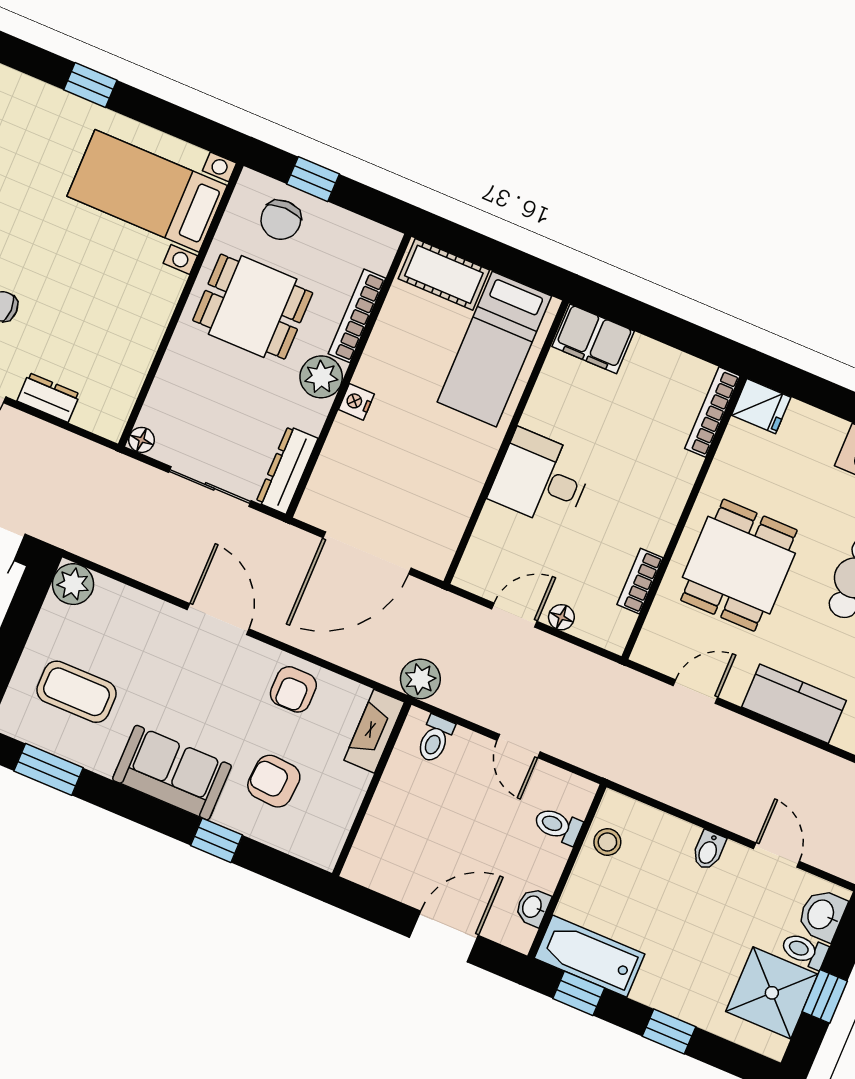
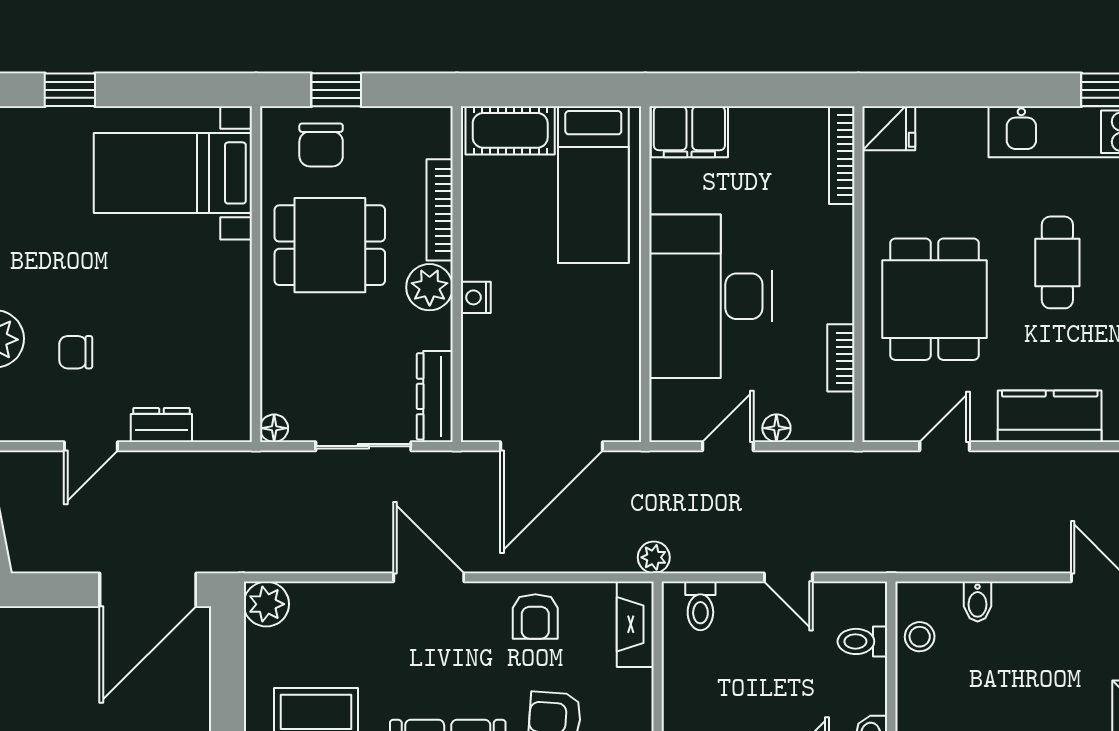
desk: (541, 479) -> (711, 296), width x1.87, depth x1.30
plant: (420, 679) -> (654, 557), width x0.73, depth x0.73
bidet: (709, 850) -> (978, 602), moved

